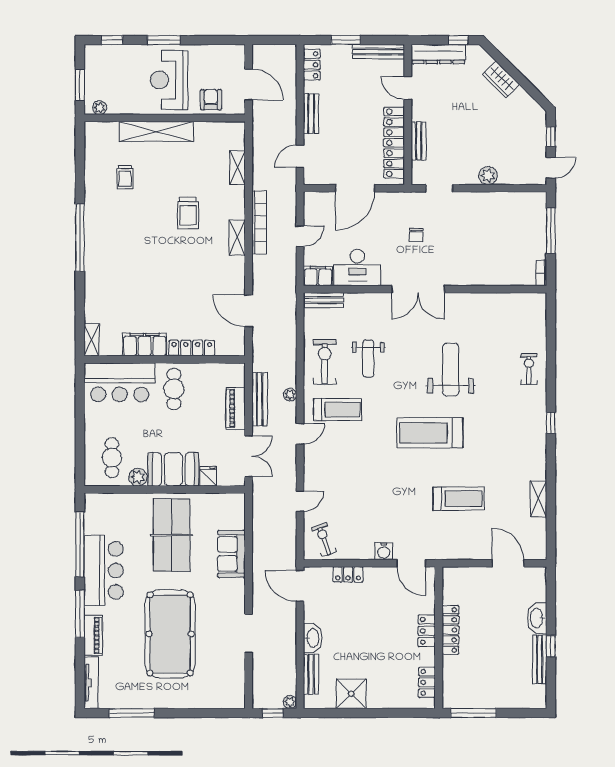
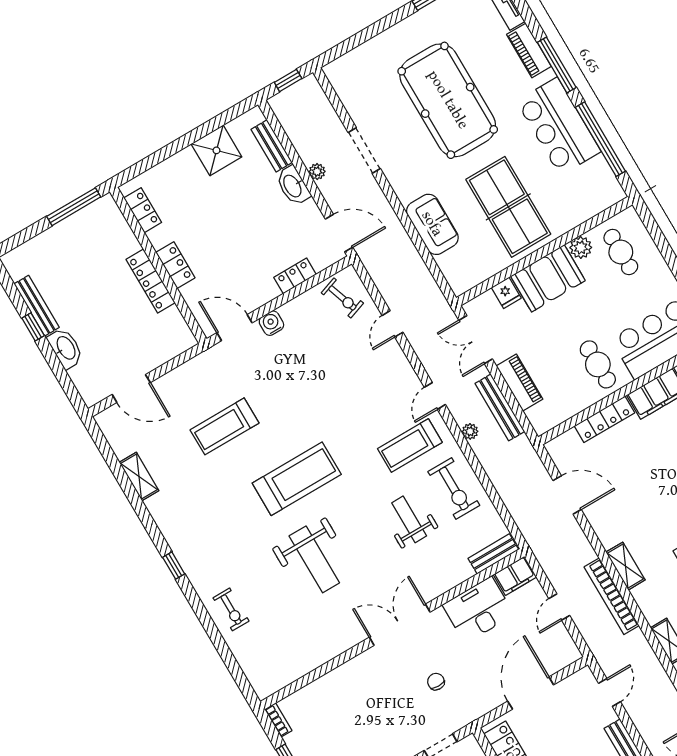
plant: (290, 702) -> (317, 172), moved

